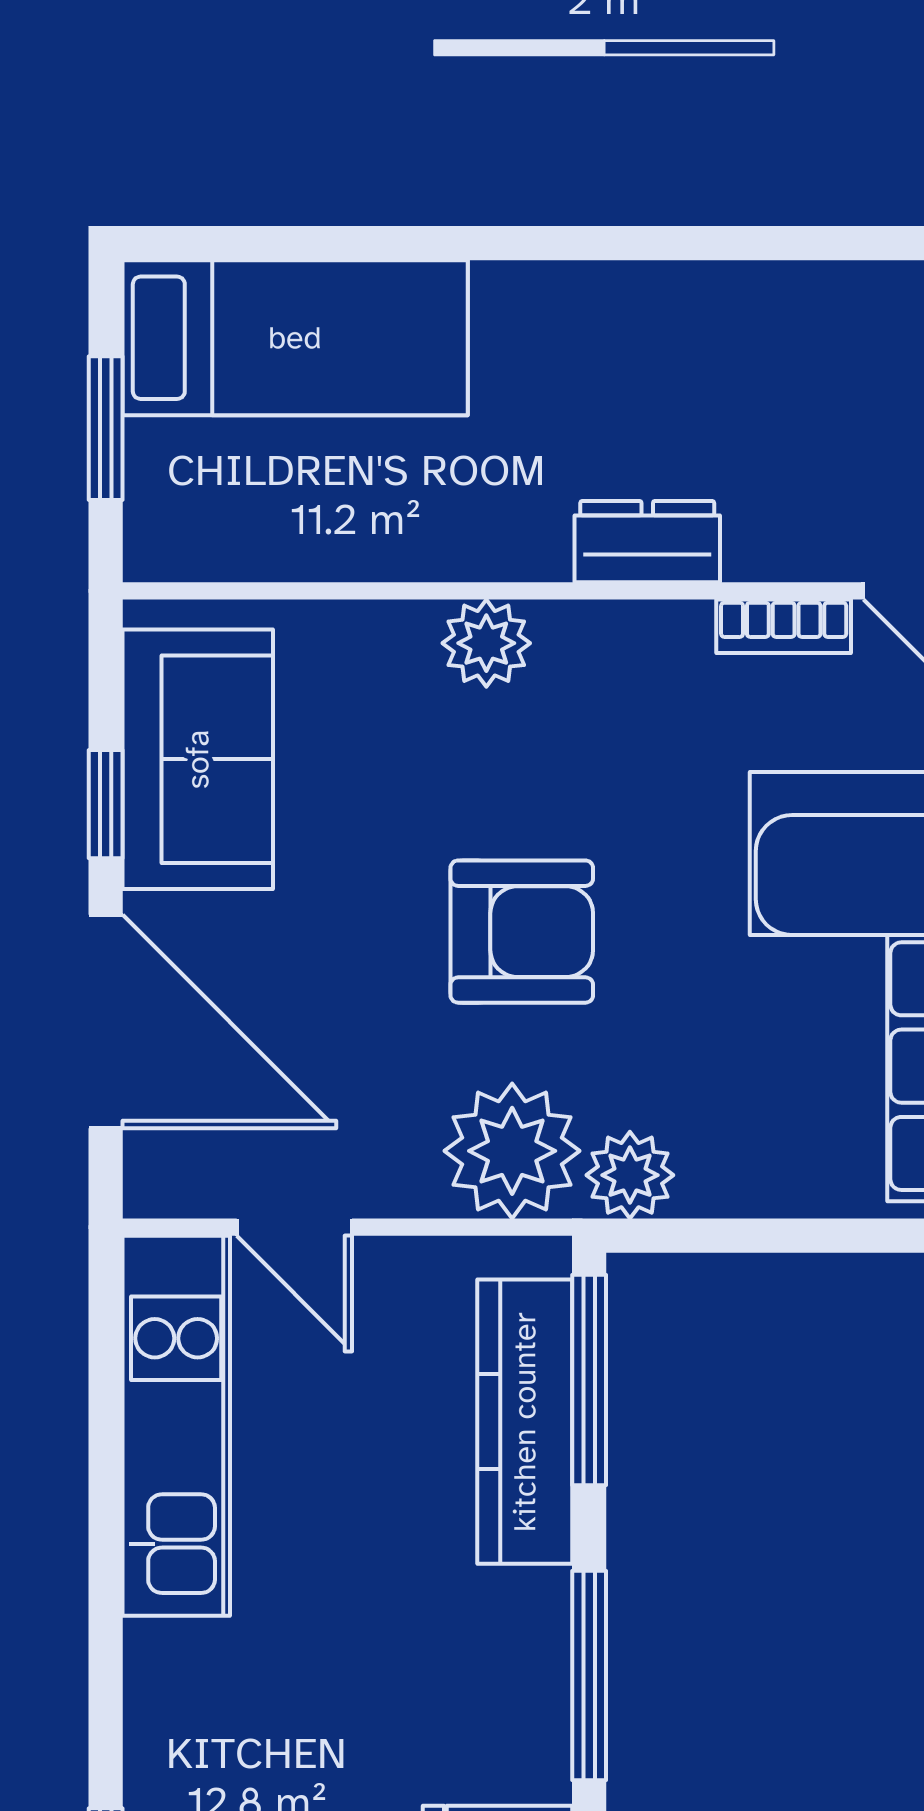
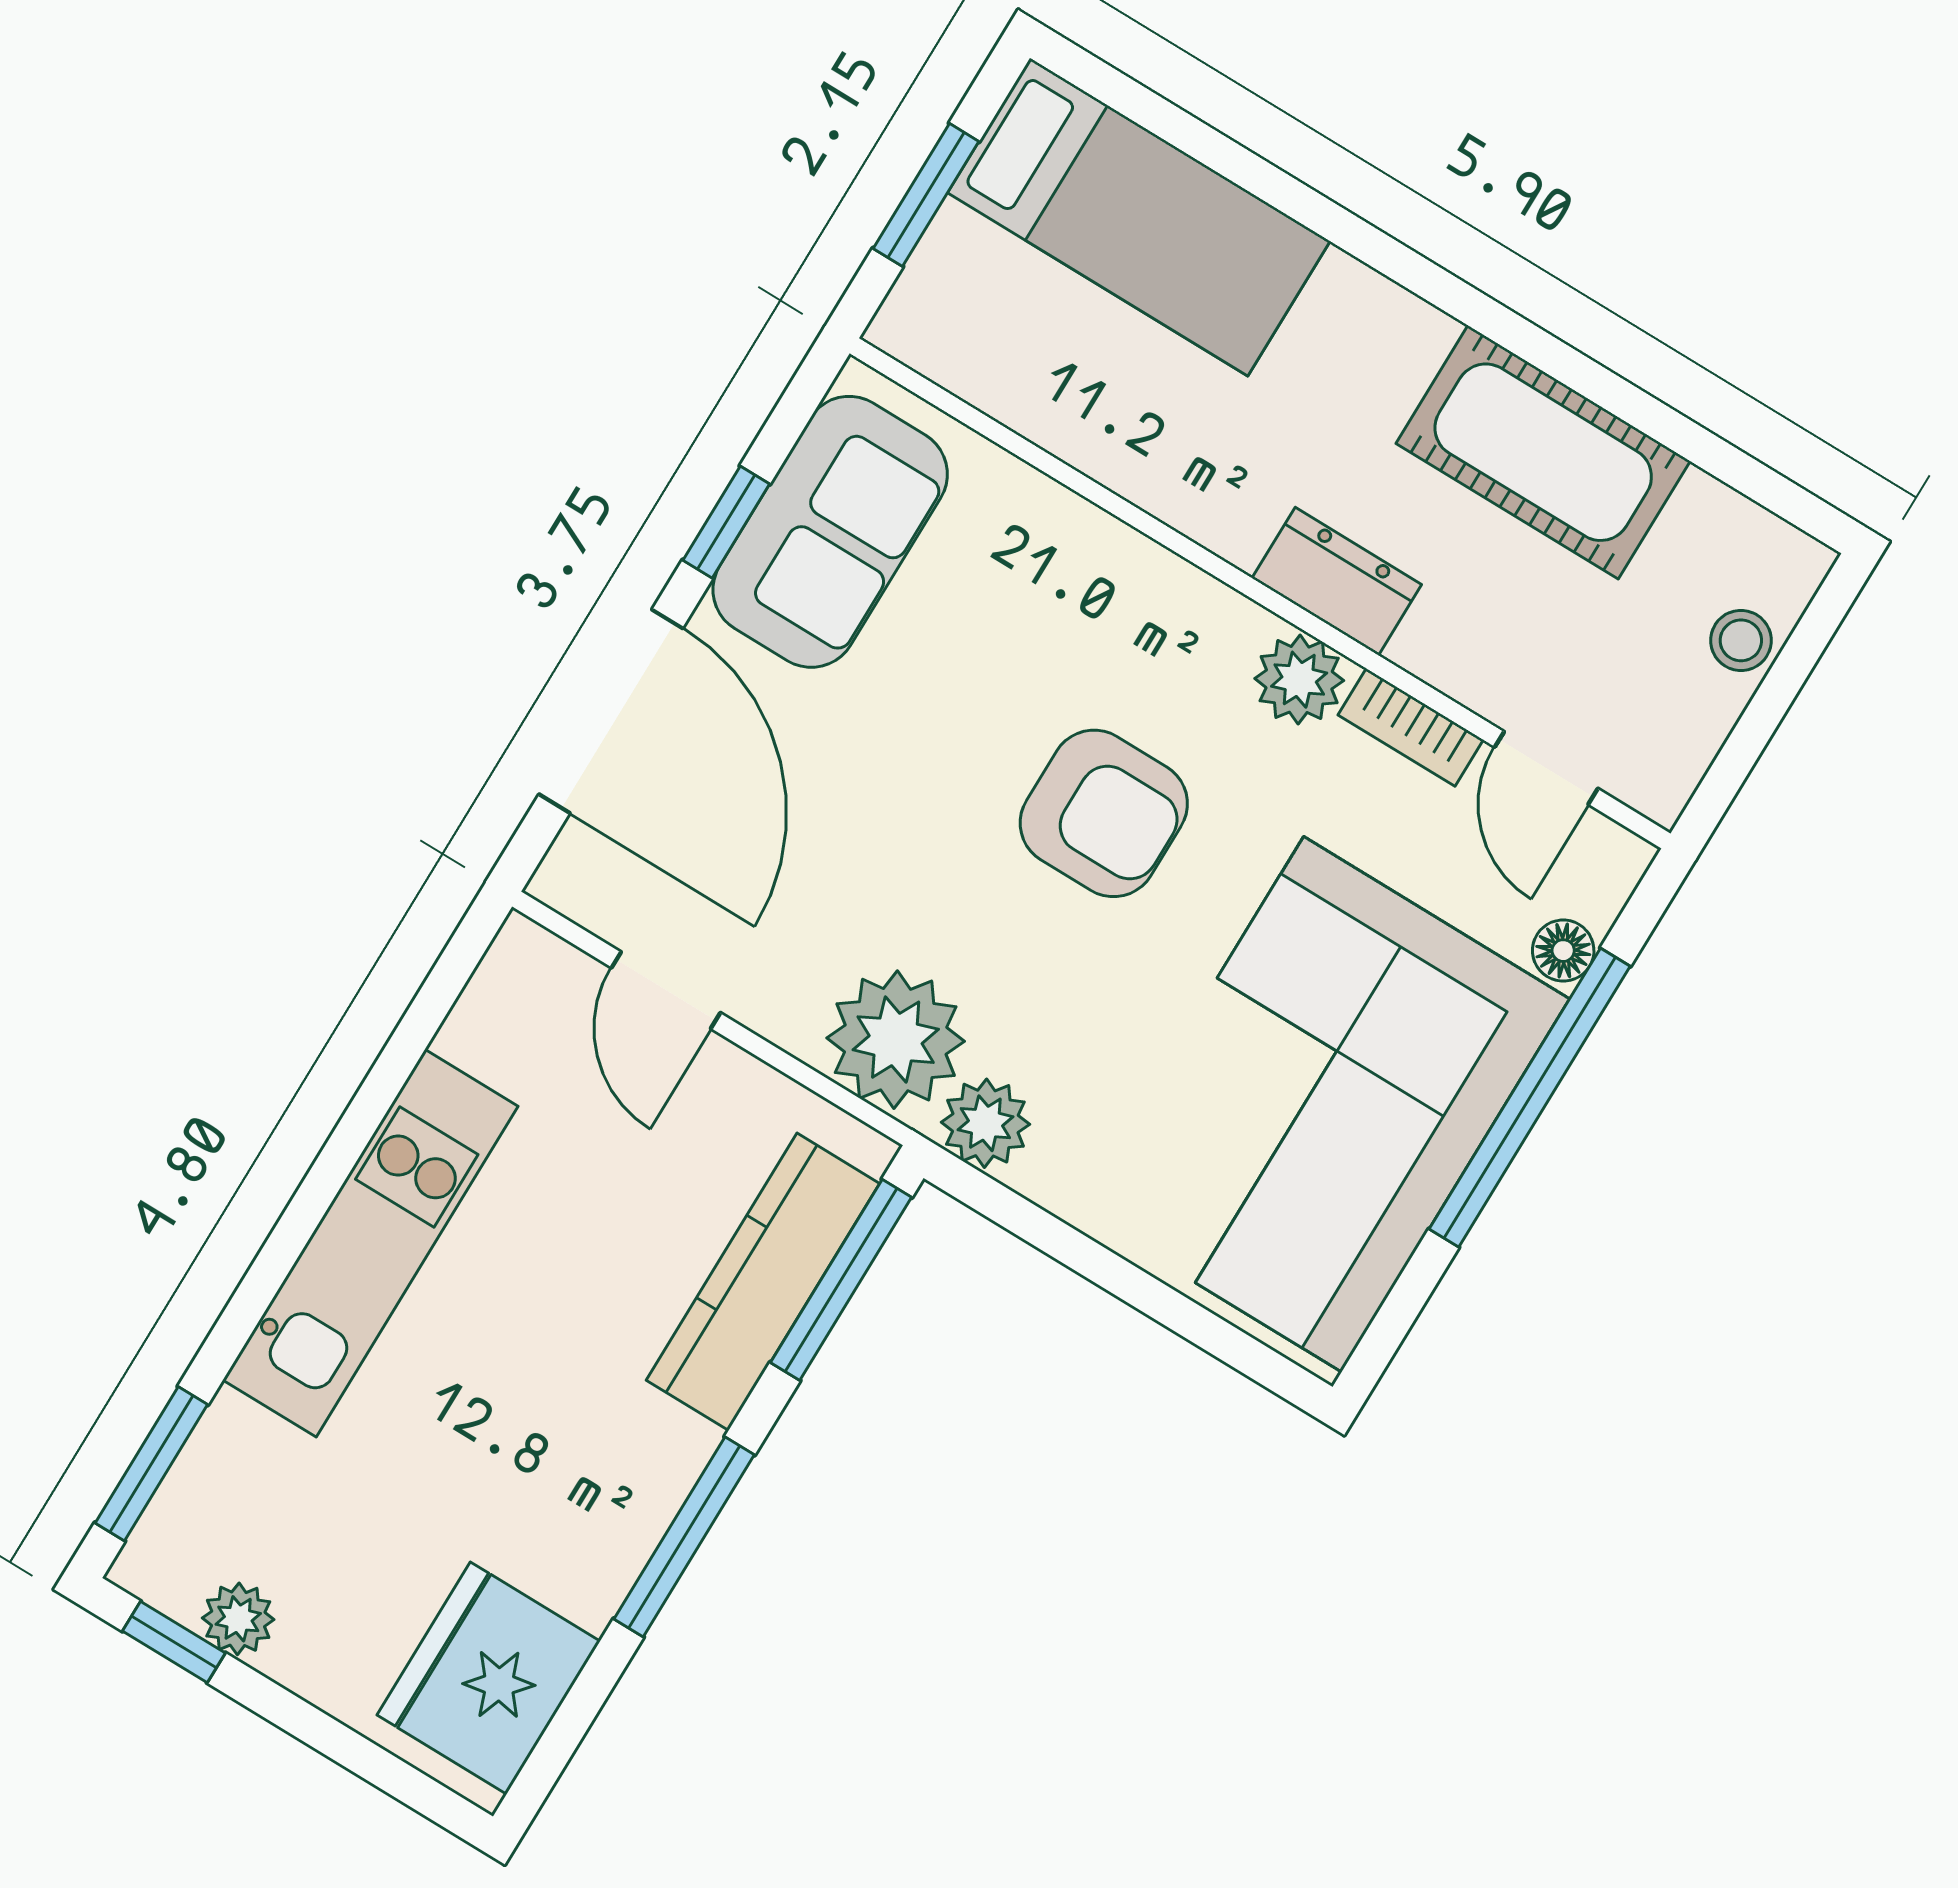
cot: (754, 328) -> (1543, 452), added
plant: (486, 643) -> (1299, 680), moved
armchair: (522, 932) -> (1104, 813), moved
kitchen unit: (176, 1426) -> (370, 1243), moved

